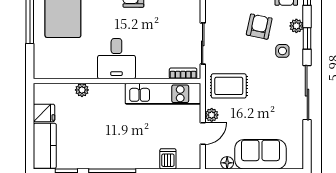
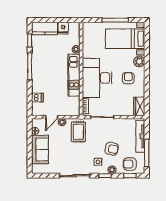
desk: (116, 59) -> (97, 78), width x1.87, depth x1.30
kitchen unit: (163, 94) -> (74, 75), moved
door: (203, 133) -> (52, 117), hinge flipped

